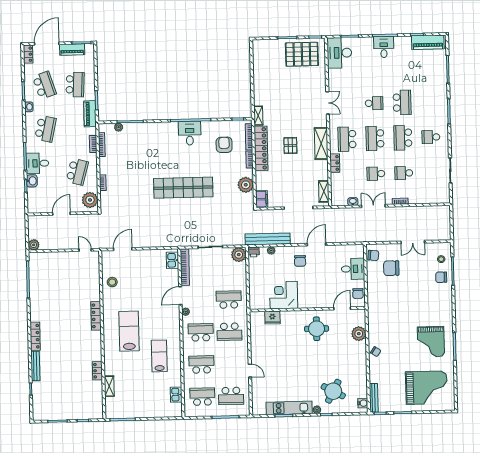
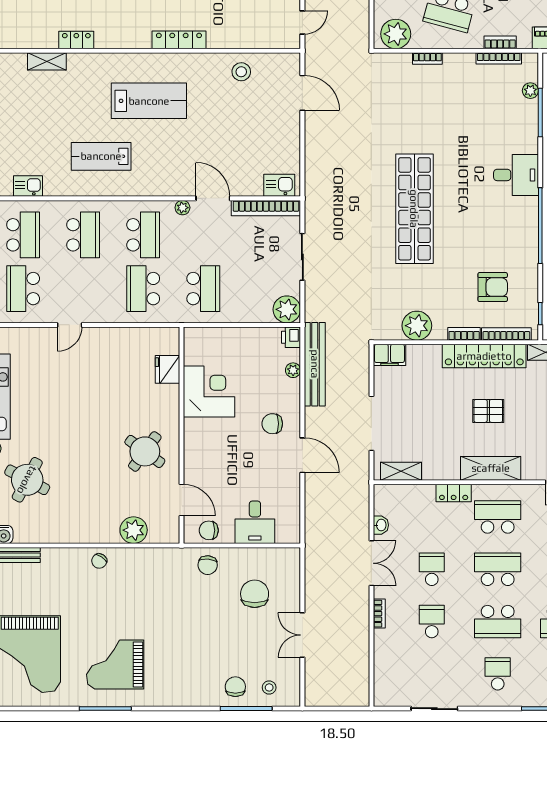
desk: (190, 133) -> (516, 175), moved
school desk: (403, 138) -> (498, 622), turned 180
chair: (373, 255) -> (208, 565), moved
round table: (317, 329) -> (145, 451), turned 36
lab bench: (159, 356) -> (101, 156), turned 180

